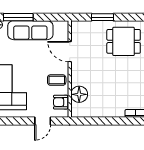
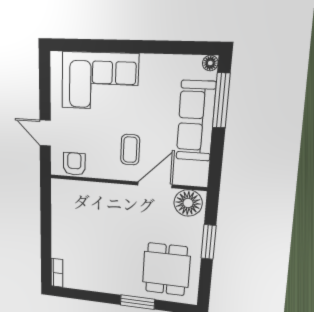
coffee table: (57, 80) -> (130, 150), moved
floor lamp: (79, 94) -> (188, 203), moved

